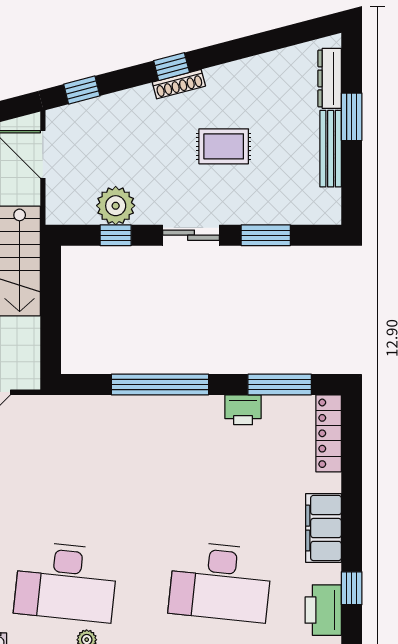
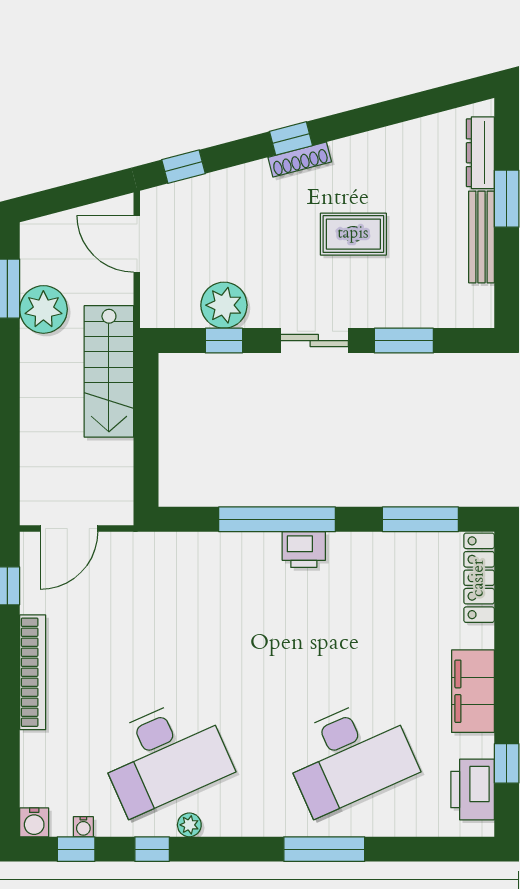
printer: (243, 410) -> (304, 550), moved
desk: (66, 582) -> (164, 756), turned -30
desk: (220, 582) -> (350, 756), turned -30

